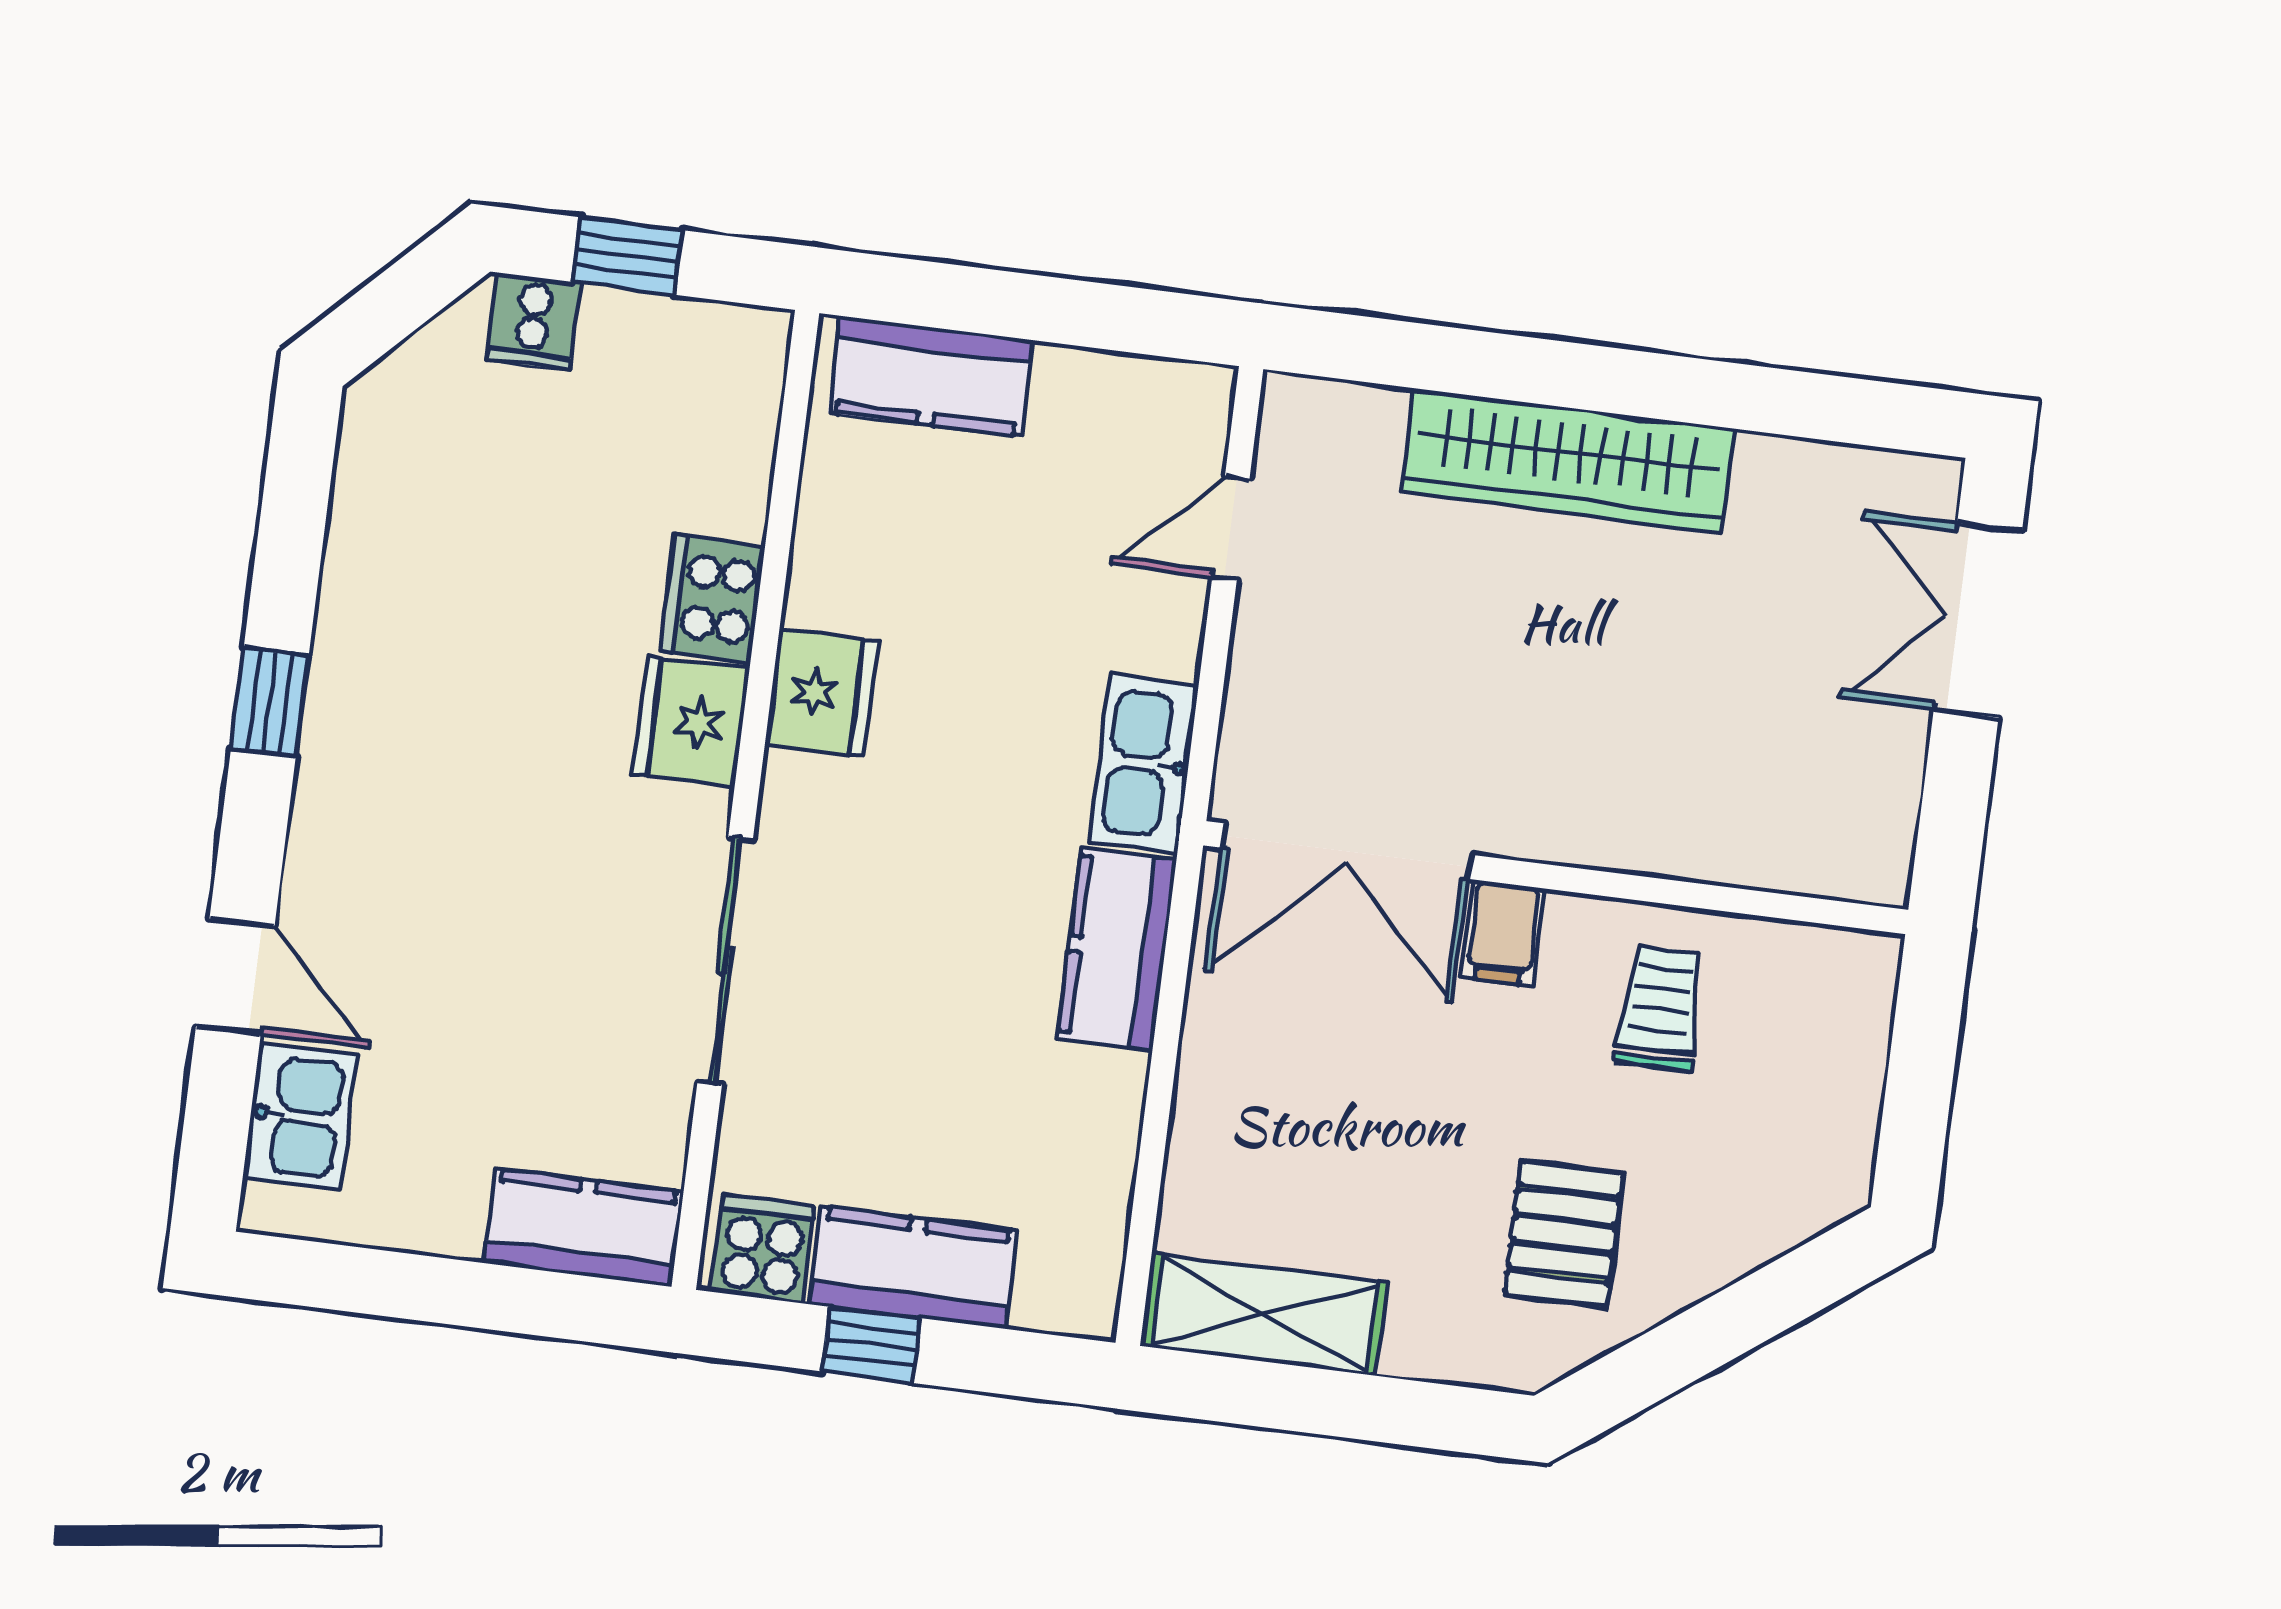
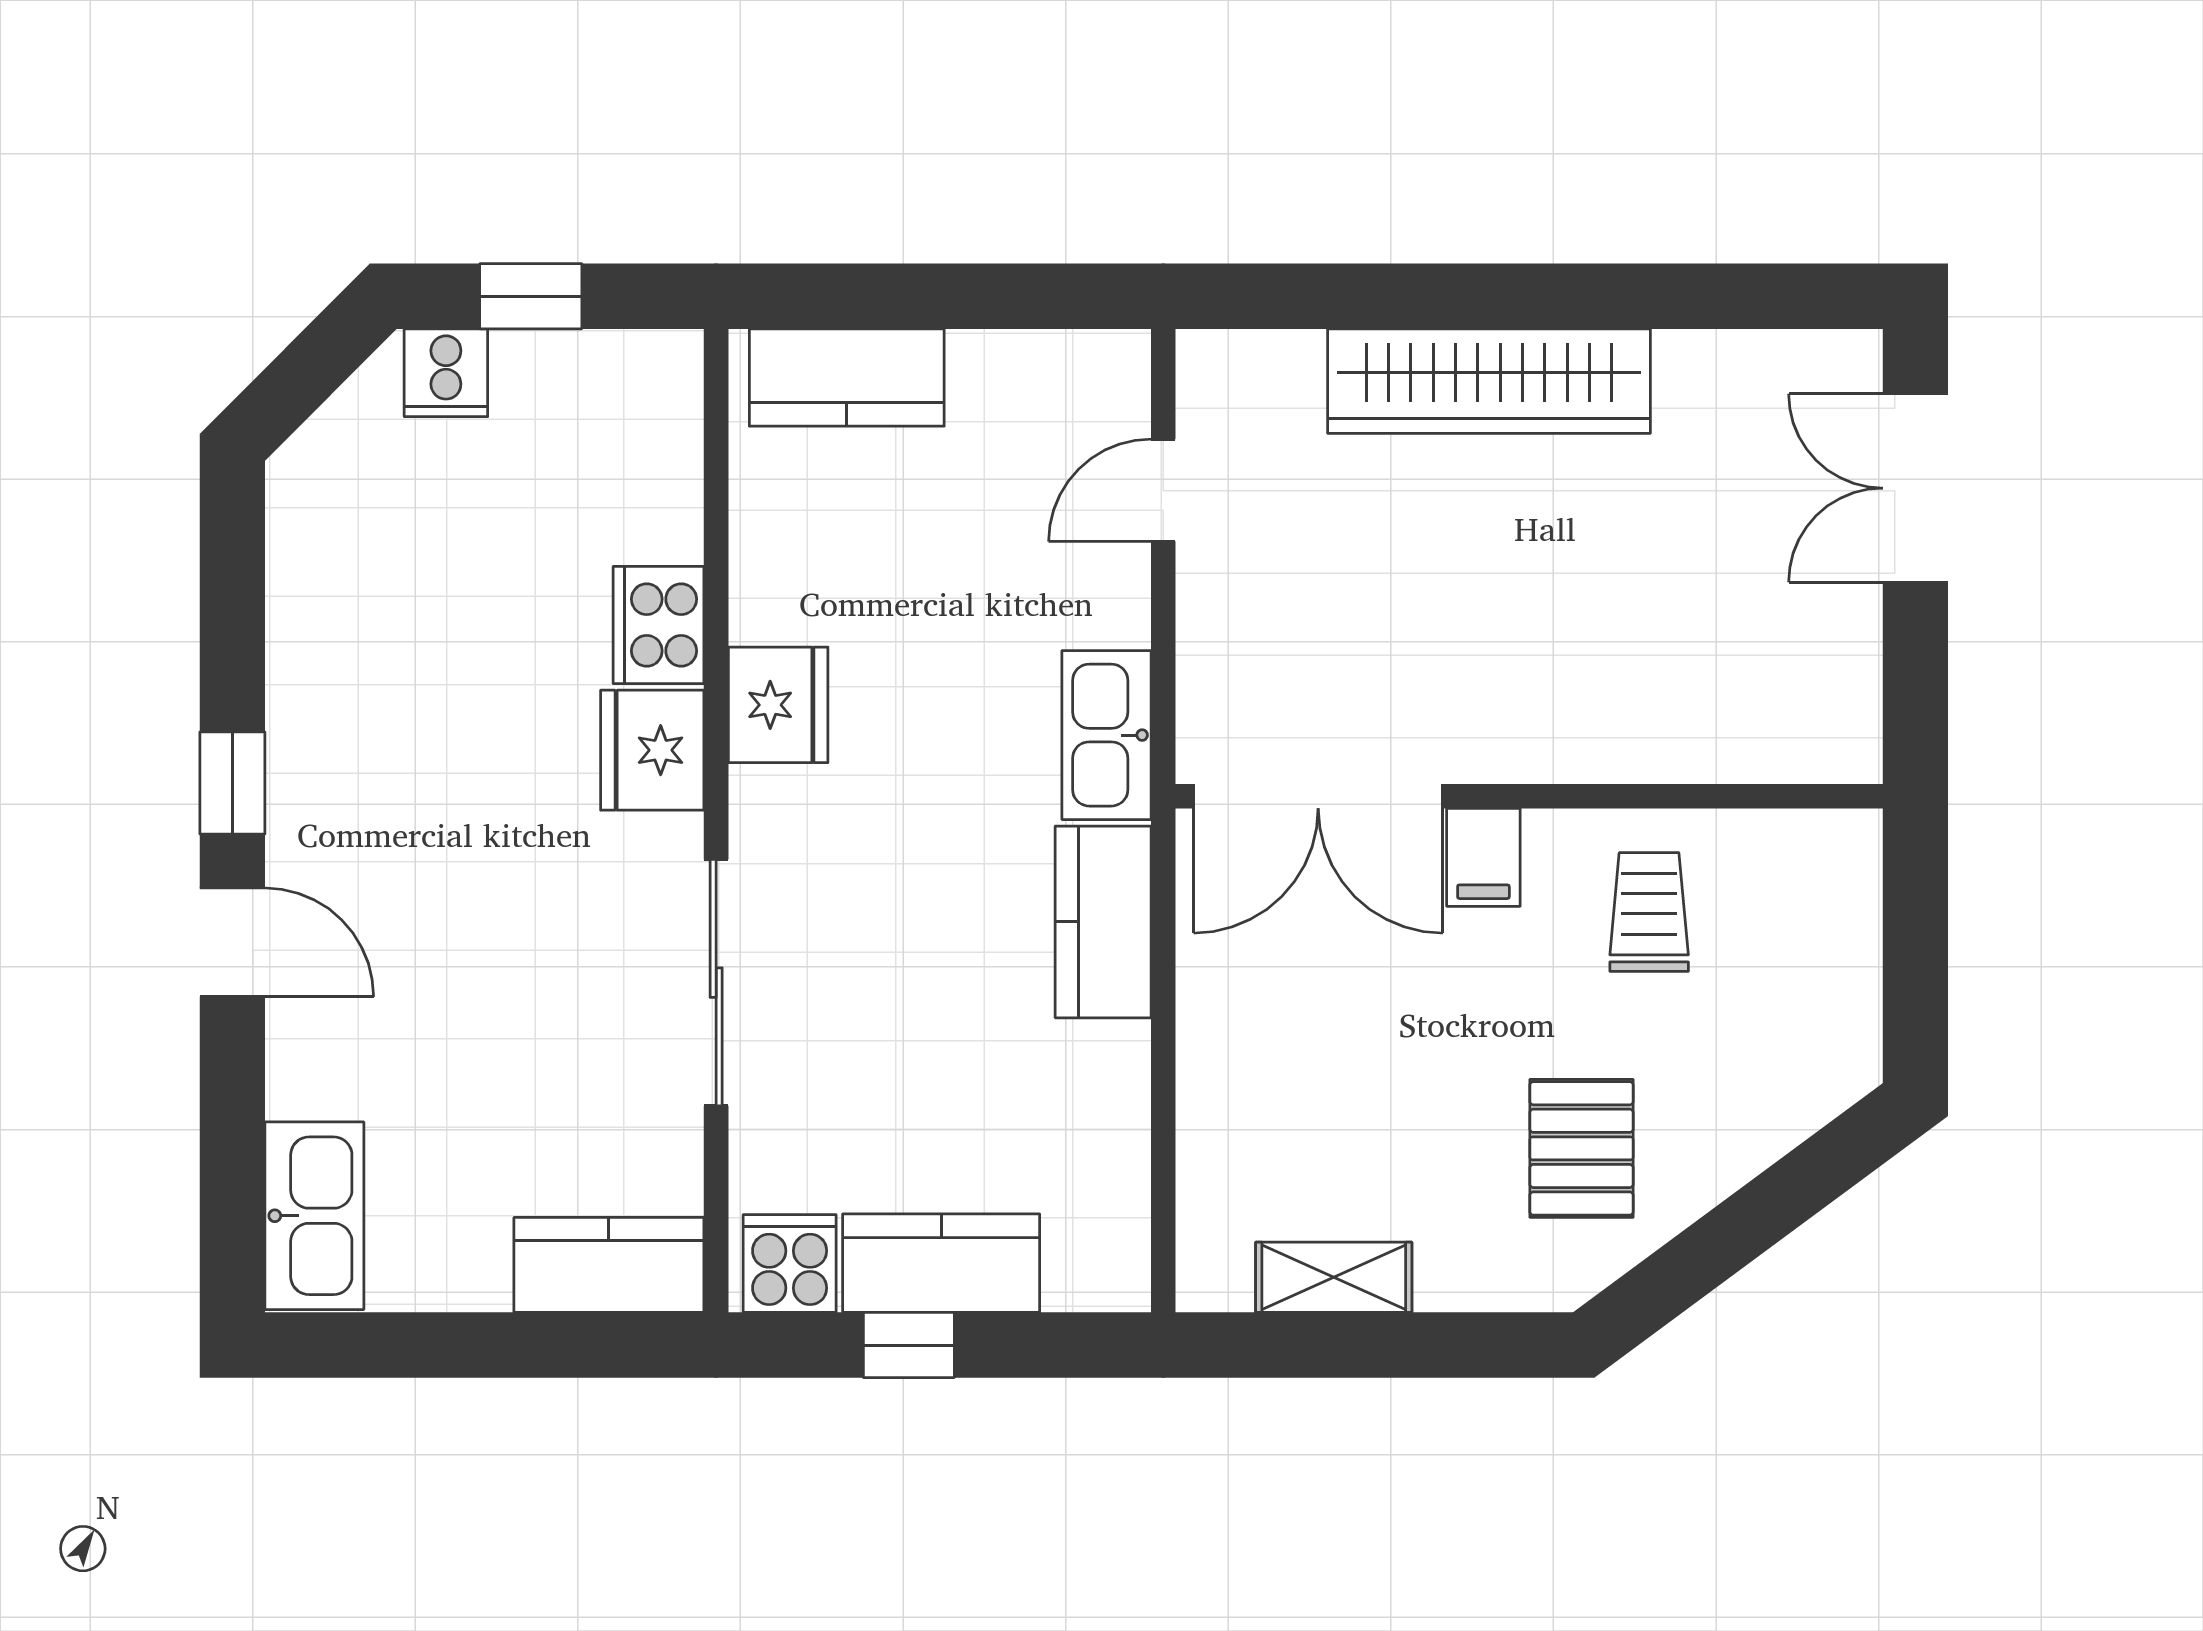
door: (235, 976) -> (232, 942), moved
kitchen sink: (300, 1116) -> (314, 1216), width x1.38
shelving: (1264, 1314) -> (1334, 1277), width x0.67, depth x0.75

